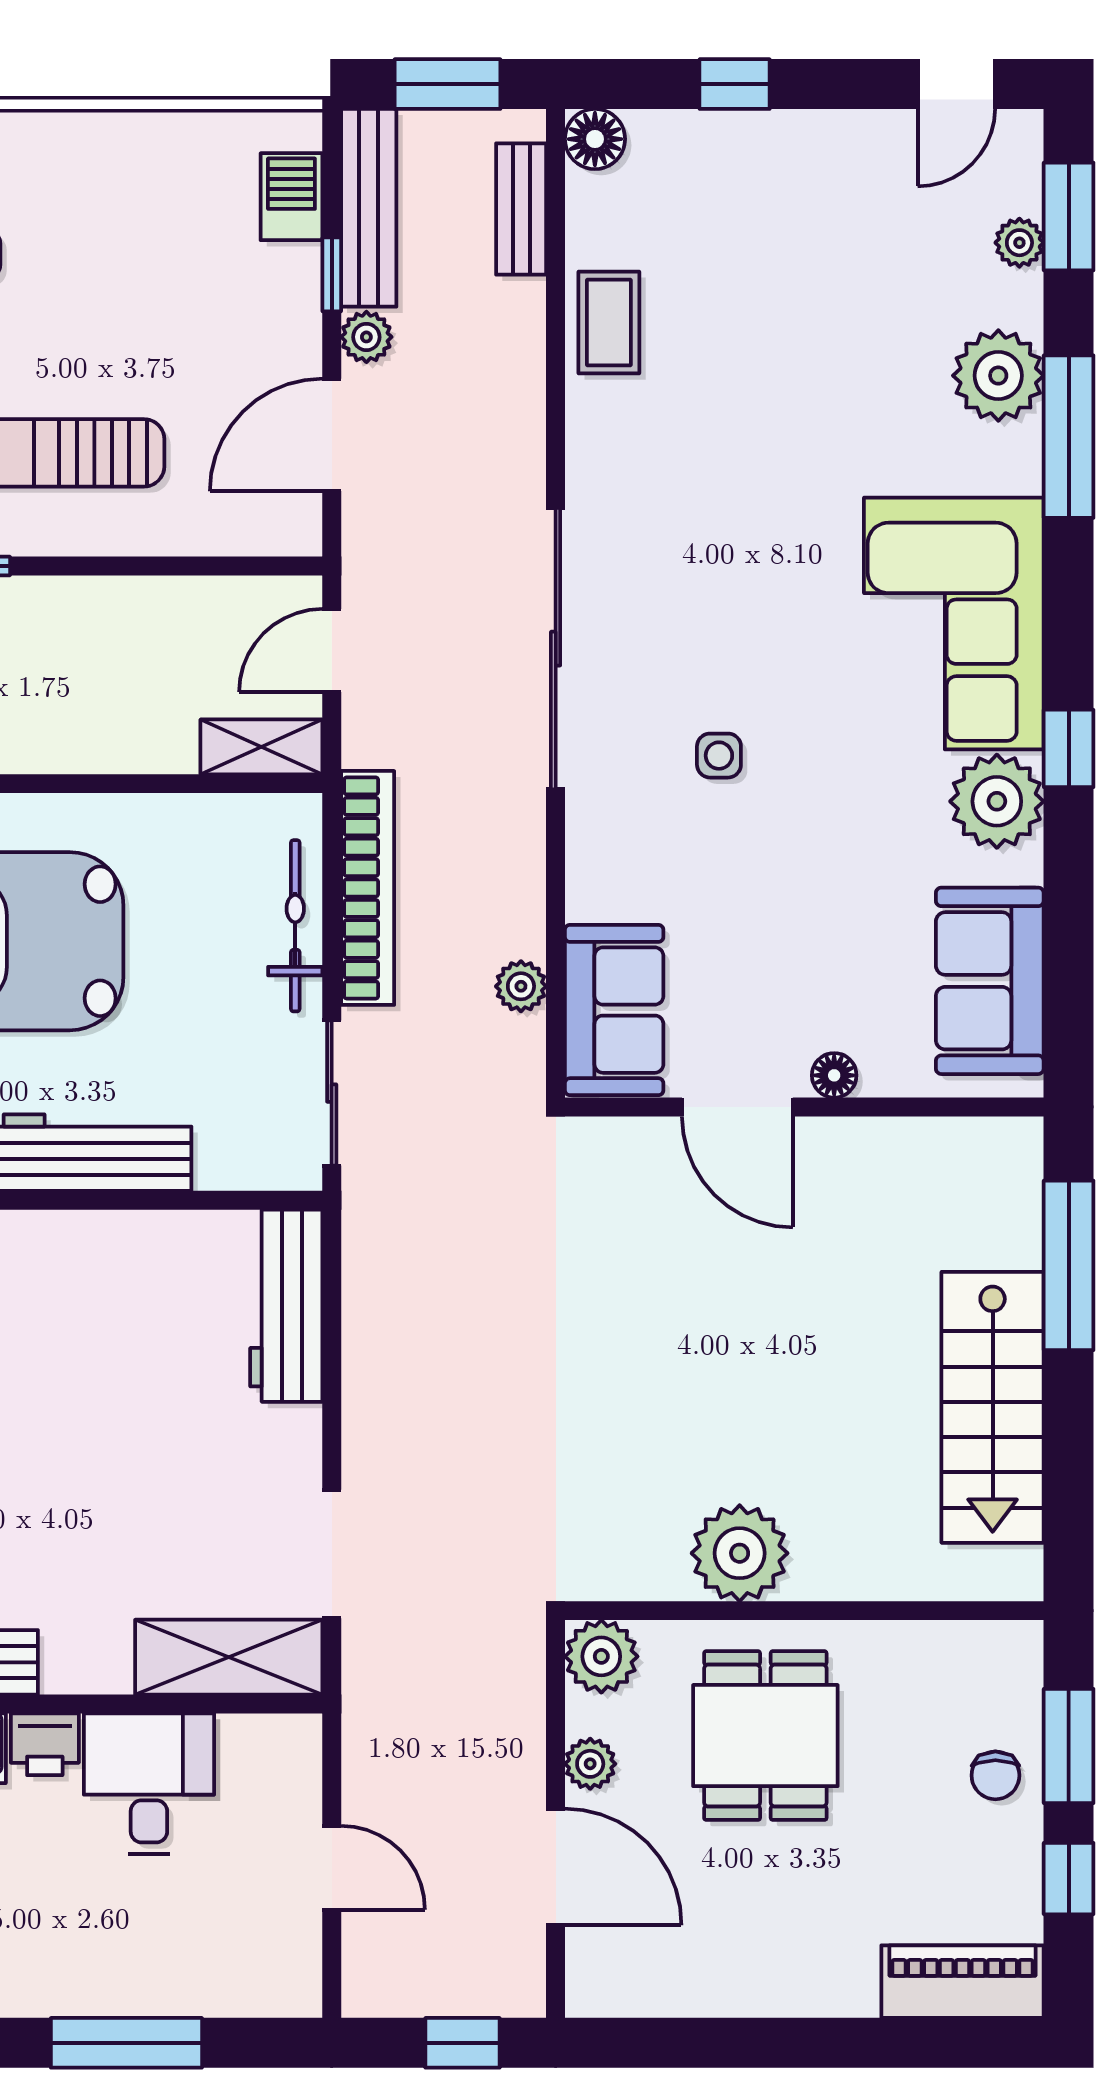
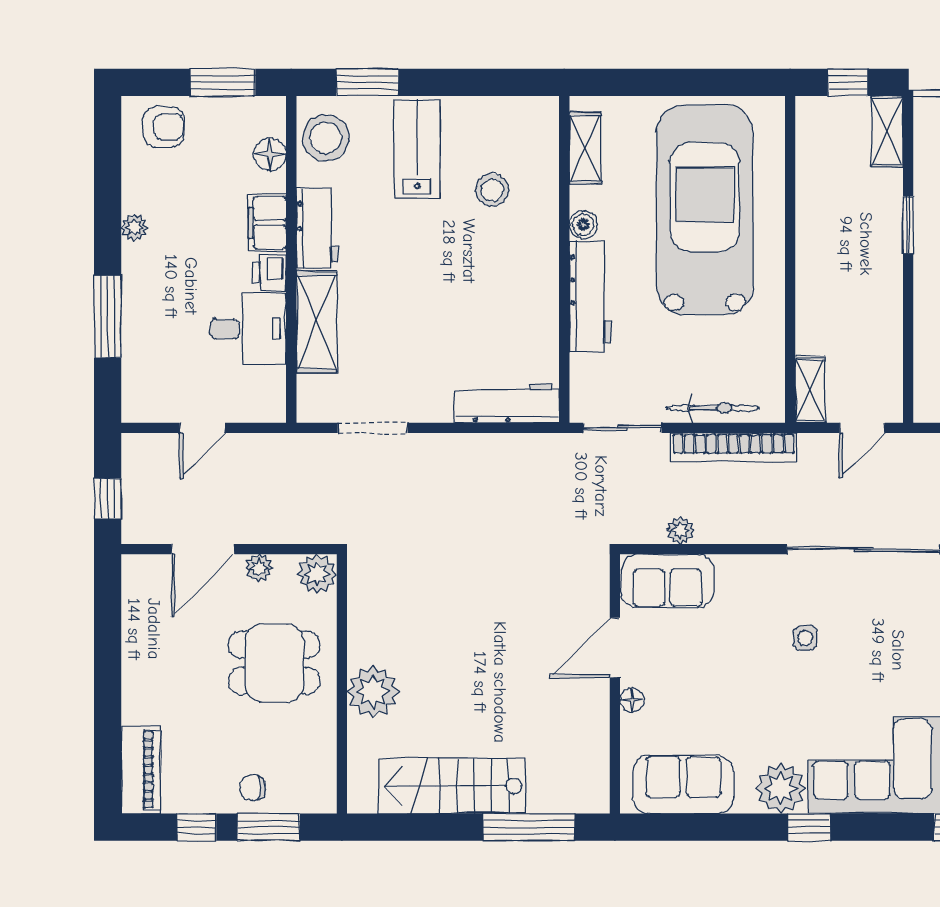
door: (332, 651) -> (862, 428), swing flipped
plant: (740, 1553) -> (373, 692), moved
shelving: (229, 1657) -> (317, 322), moved

